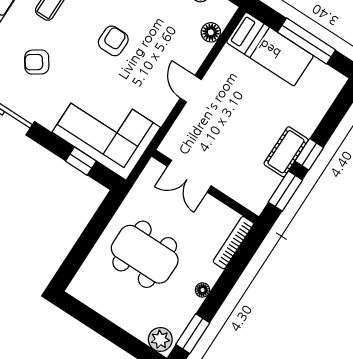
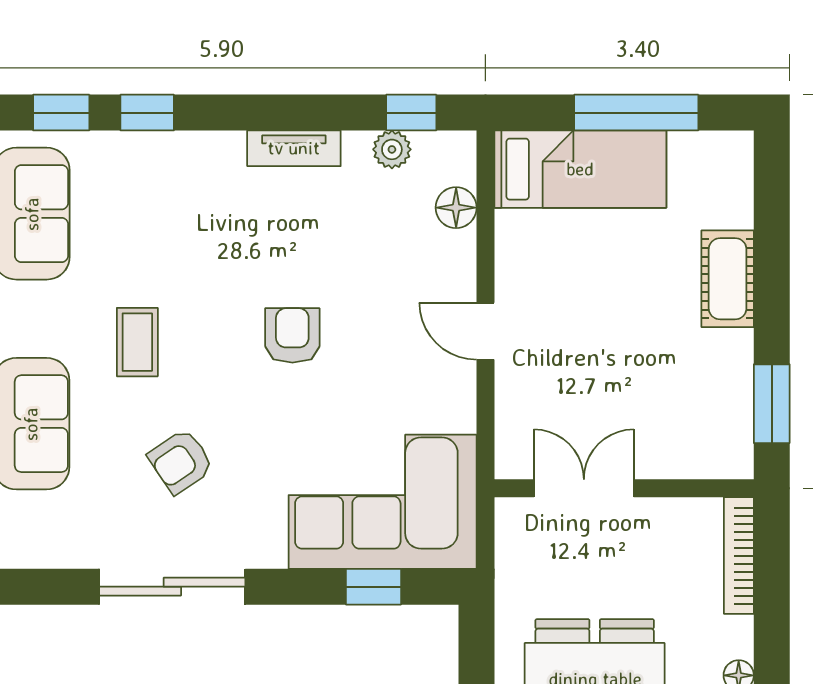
cot: (286, 152) -> (728, 279), moved
window: (309, 154) -> (772, 311), removed
double door: (189, 176) -> (584, 488), swing flipped

